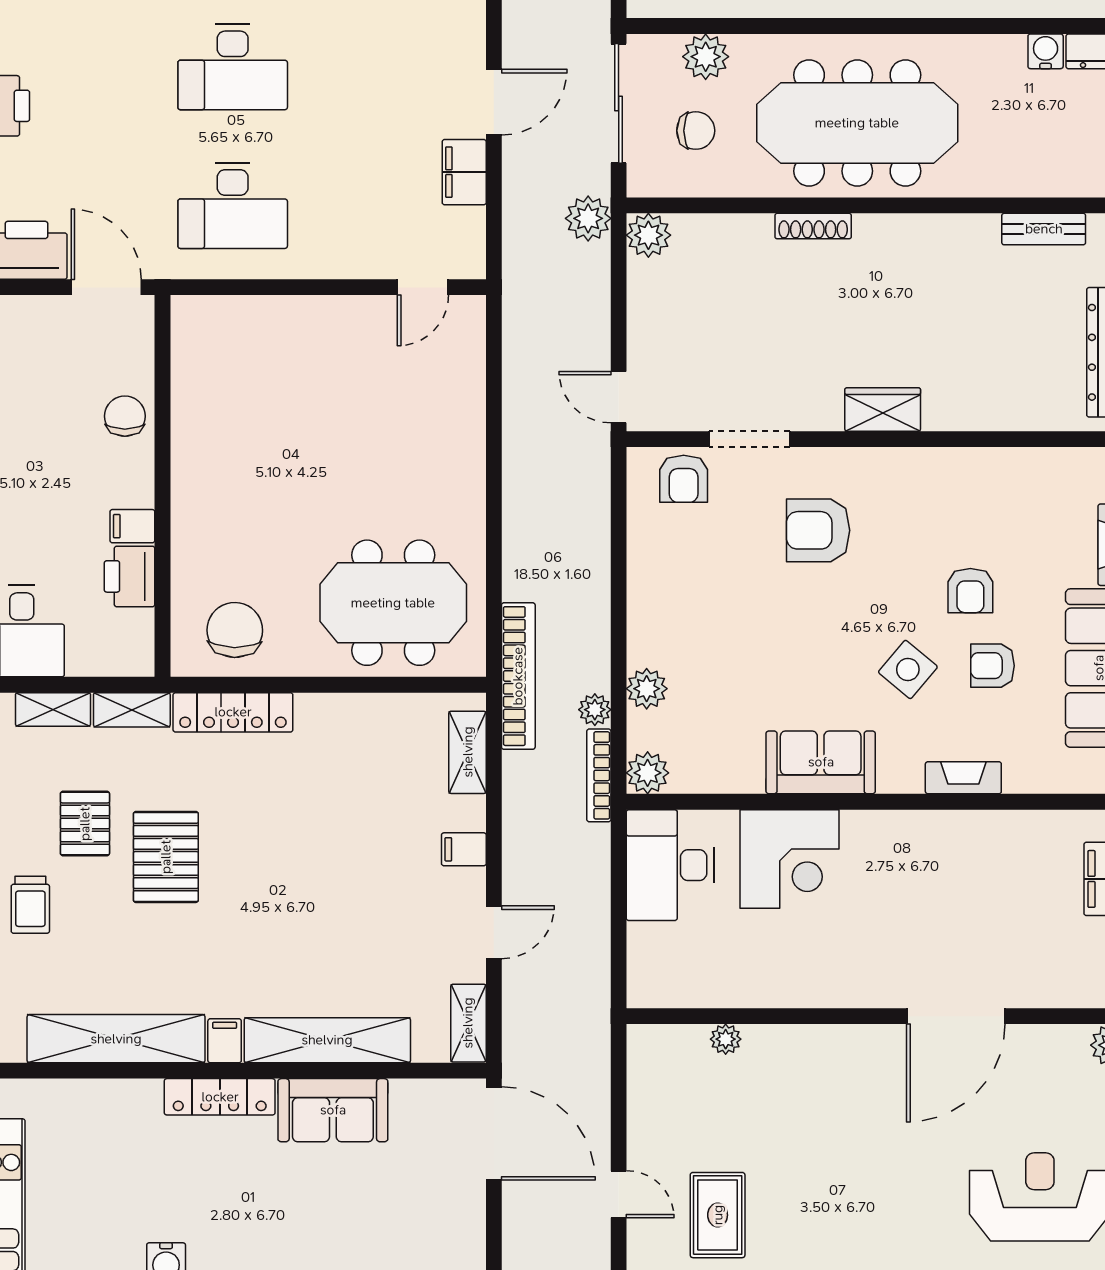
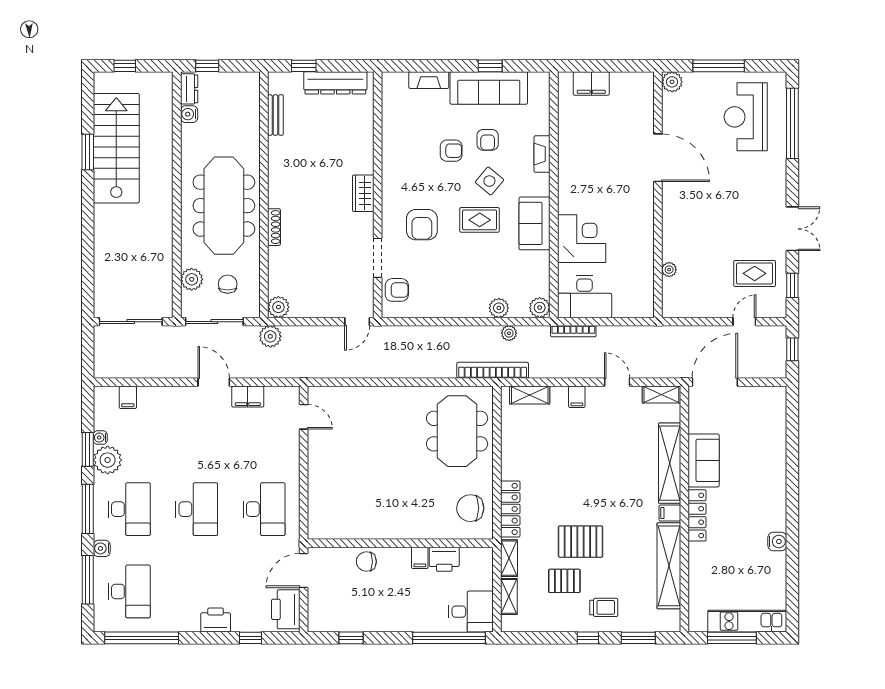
rug: (828, 649) -> (480, 220), added
bookcase: (599, 775) -> (573, 331), moved

